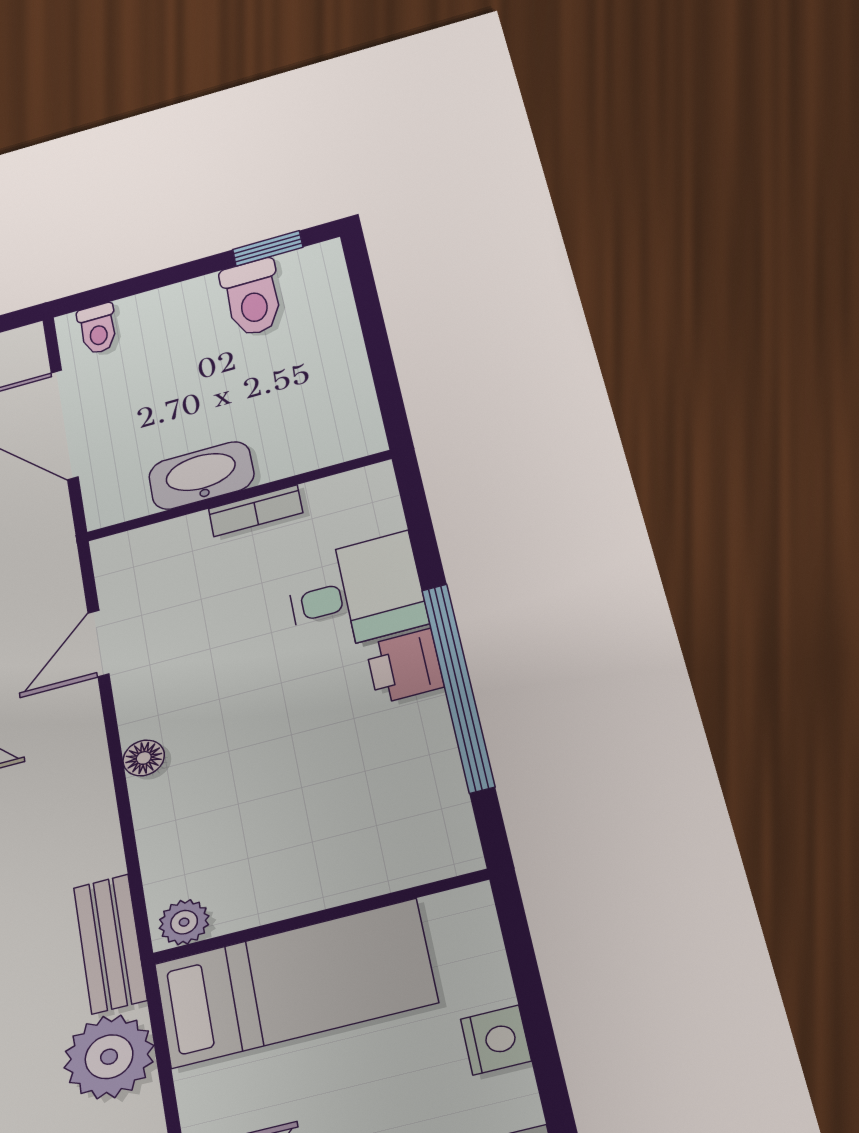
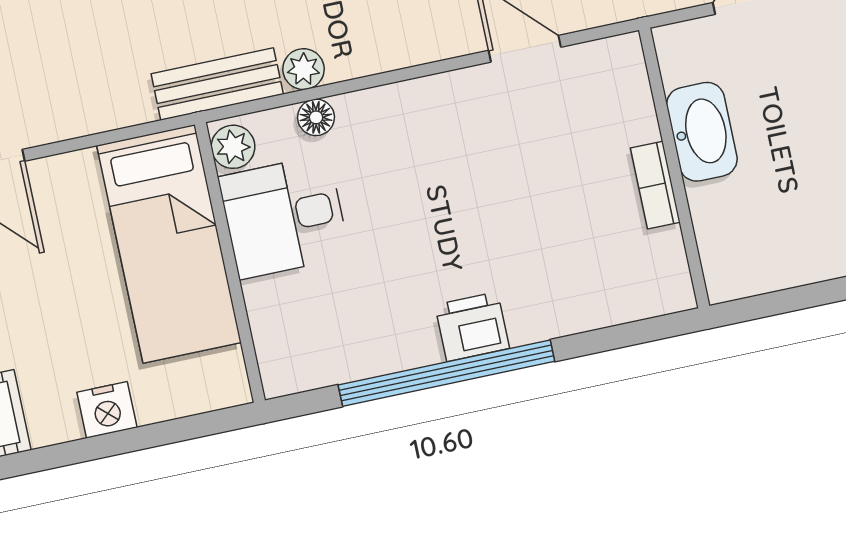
desk: (356, 593) -> (284, 217), moved, turned 90
floor lamp: (144, 758) -> (316, 117), moved
plant: (109, 1057) -> (303, 69), moved, width x0.53, depth x0.53

